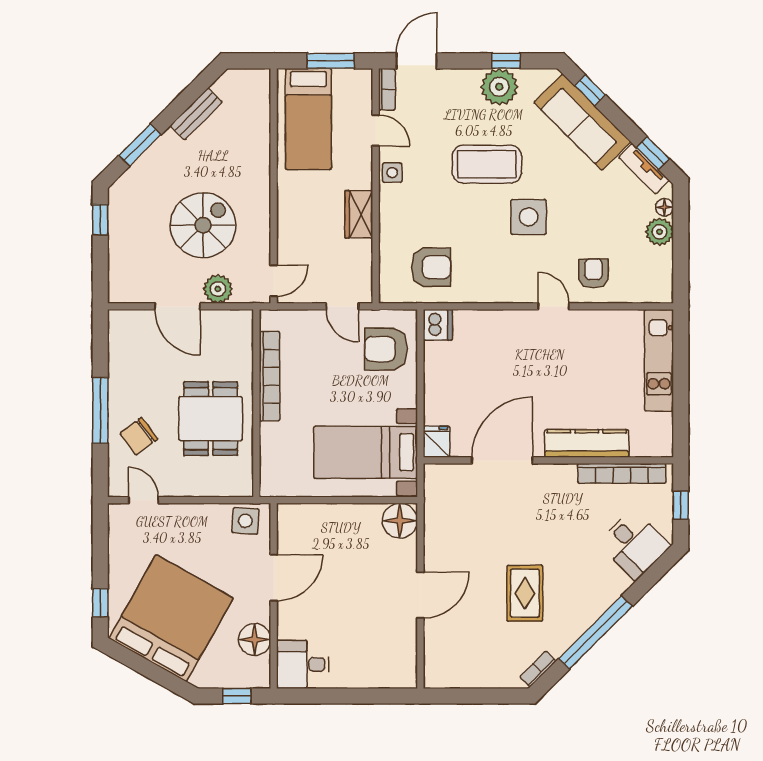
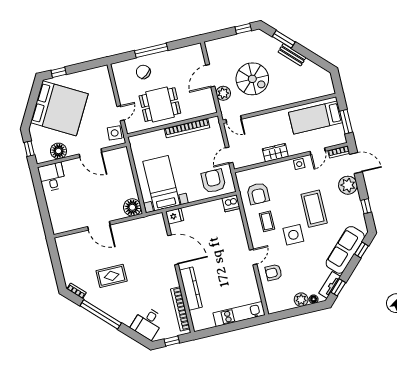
plant: (499, 87) -> (348, 185), moved
bench: (196, 114) -> (292, 55), moved
coffee table: (490, 263) -> (267, 221), added
armchair: (593, 273) -> (274, 273), turned 180
door: (144, 500) -> (120, 113), moved

